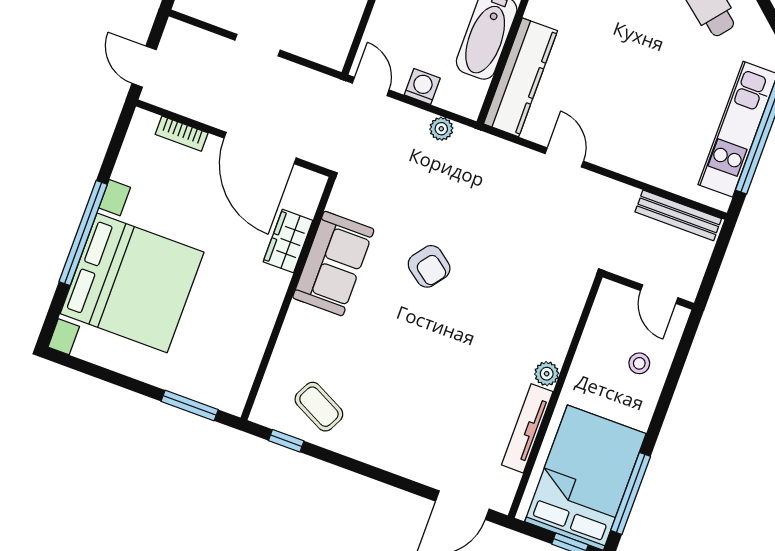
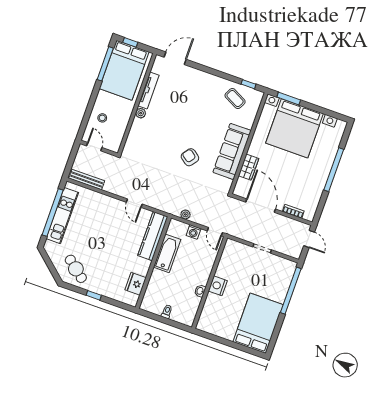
sofa: (333, 264) -> (232, 151), width x1.36
bed with nightstands: (132, 283) -> (295, 128), moved, turned -90

